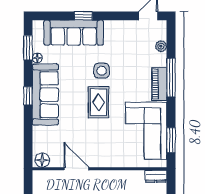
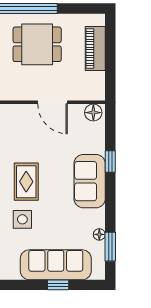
window: (83, 16) -> (58, 285), moved
sofa: (45, 95) -> (90, 181), width x0.73
window: (28, 96) -> (110, 161), moved

